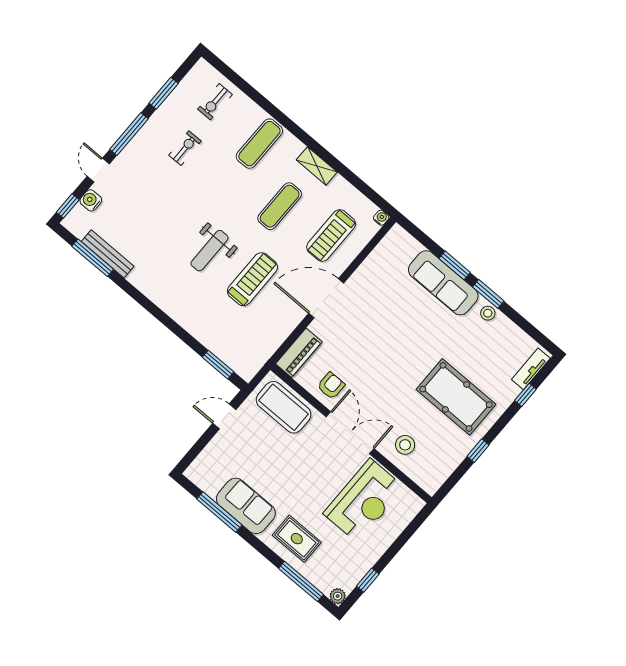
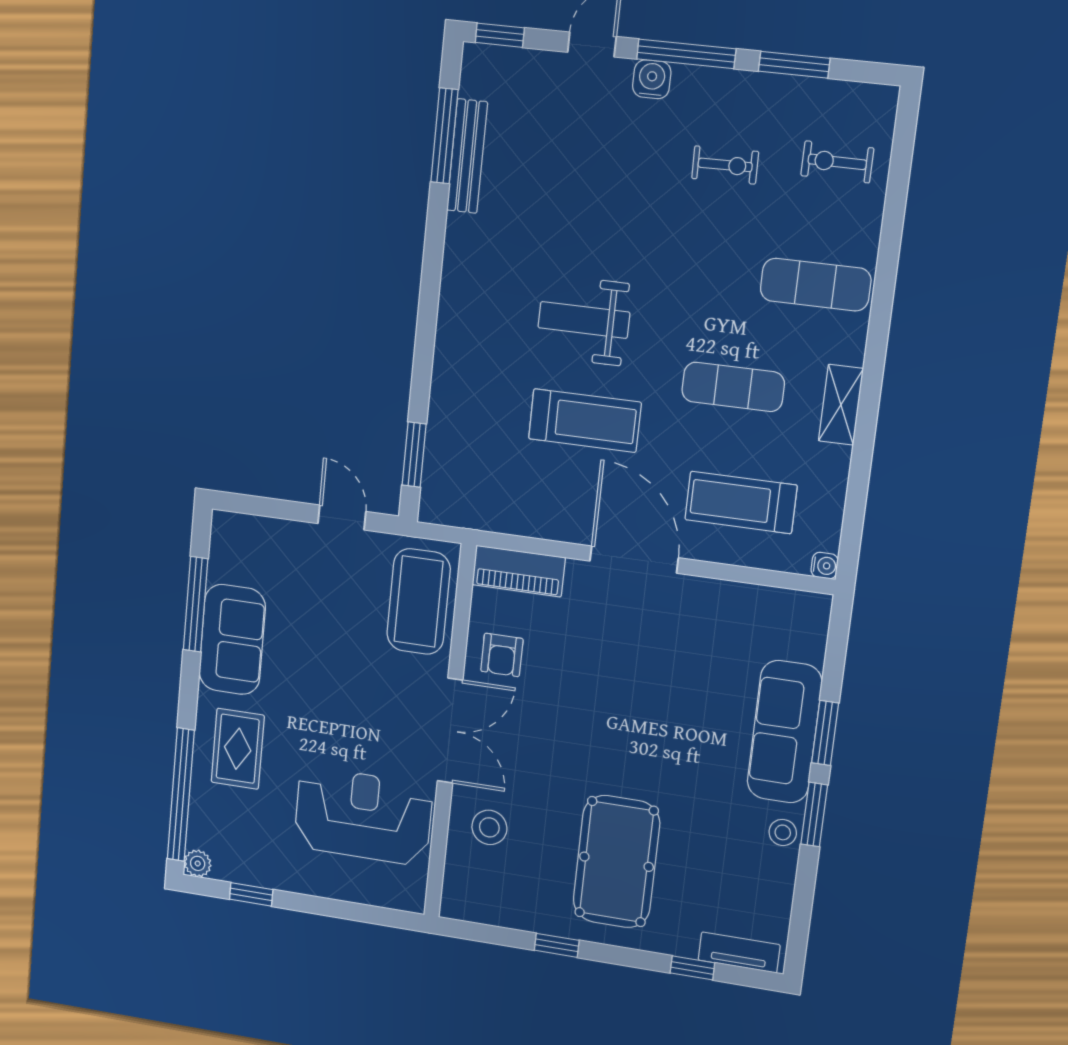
water cooler: (91, 200) -> (652, 79), moved
armchair: (331, 386) -> (502, 655), turned 90
reception desk: (364, 501) -> (363, 816), turned 180
window: (301, 581) -> (181, 795), width x1.46

